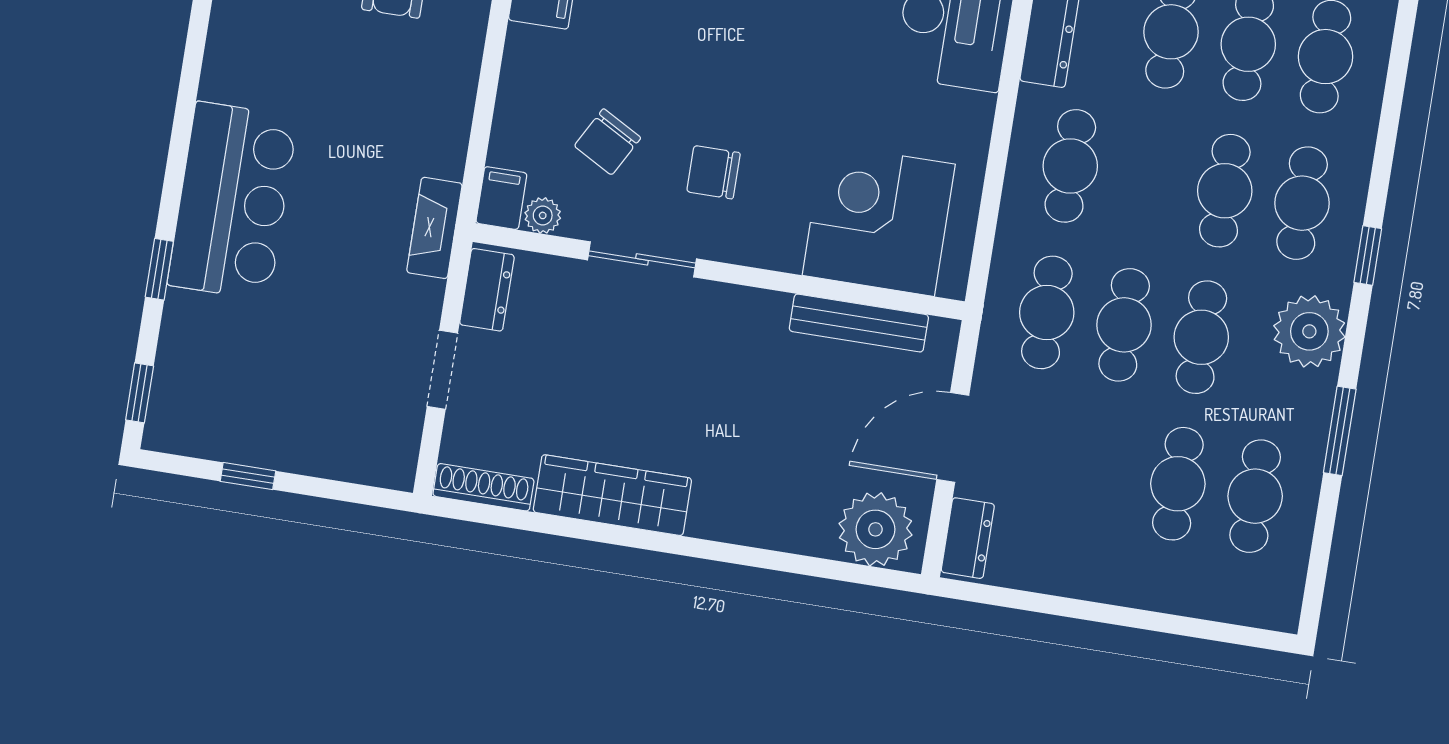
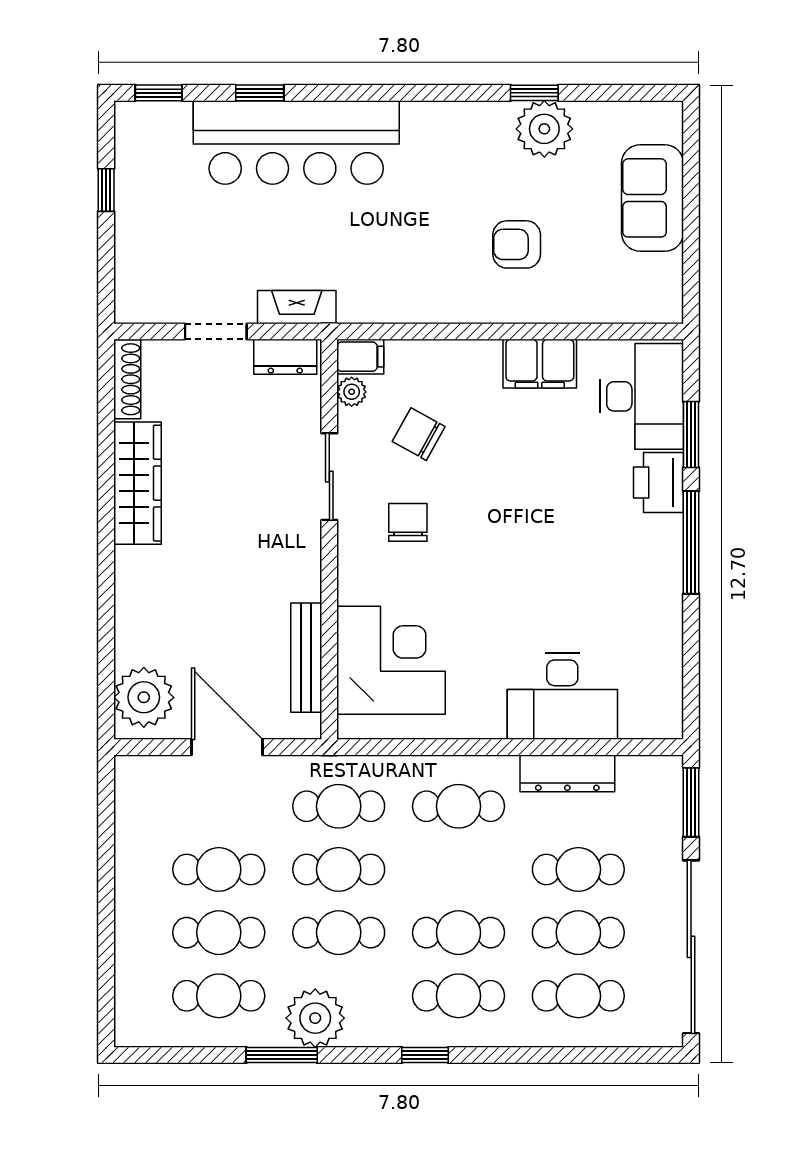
bar counter: (232, 201) -> (296, 142), width x1.36
fireplace: (434, 228) -> (297, 307), moved
plant: (1309, 331) -> (315, 1018), moved
cafe table: (1101, 471) -> (219, 869), added
dresser: (968, 538) -> (149, 772), removed

